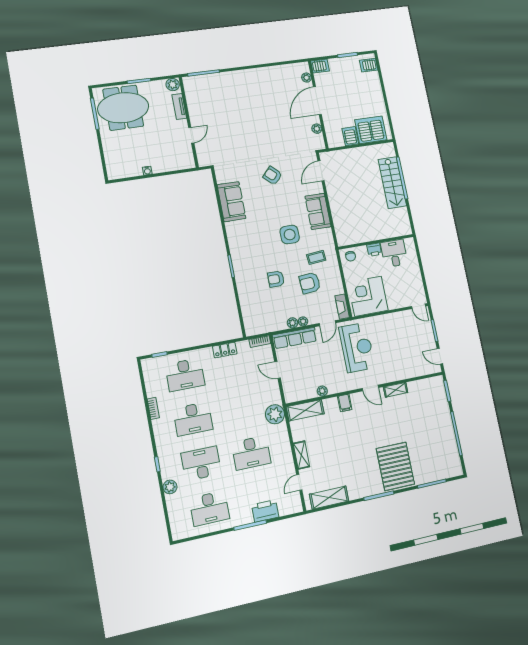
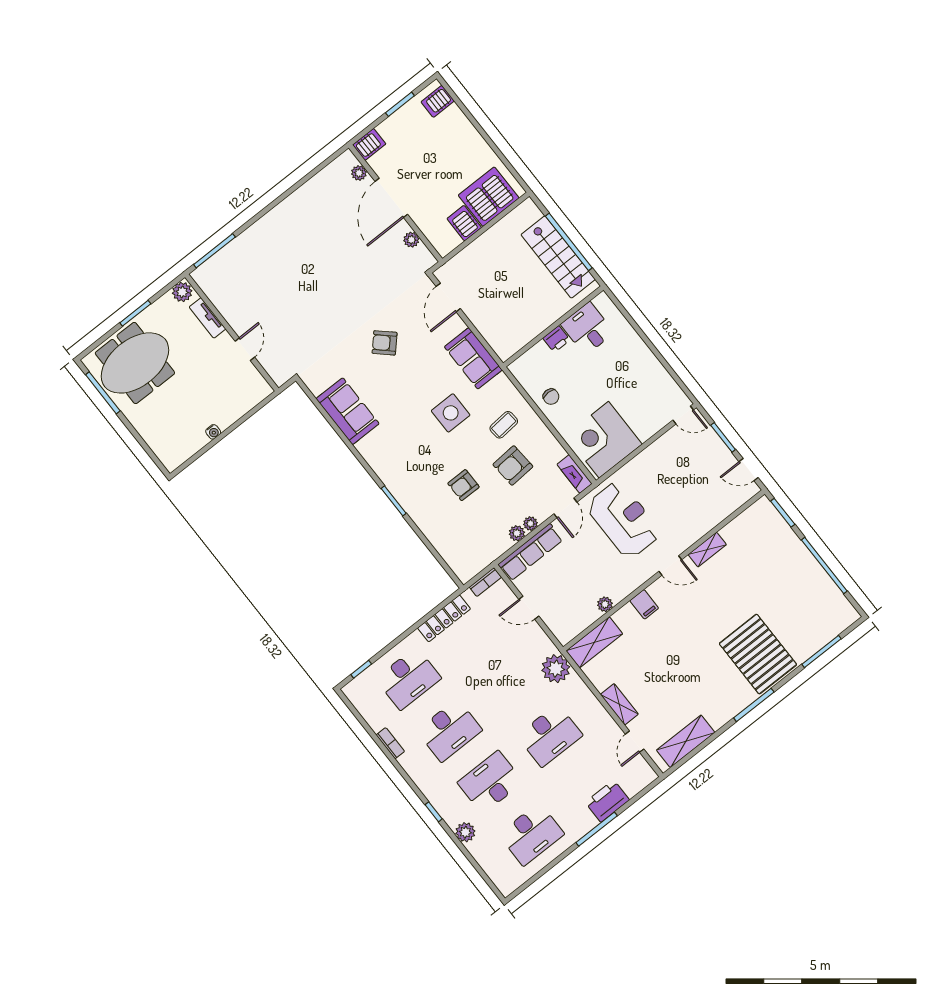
wall: (376, 242) -> (553, 326), moved
printer: (374, 250) -> (556, 339), moved
desk: (394, 253) -> (588, 328), moved
locker: (225, 350) -> (444, 618), width x1.53

